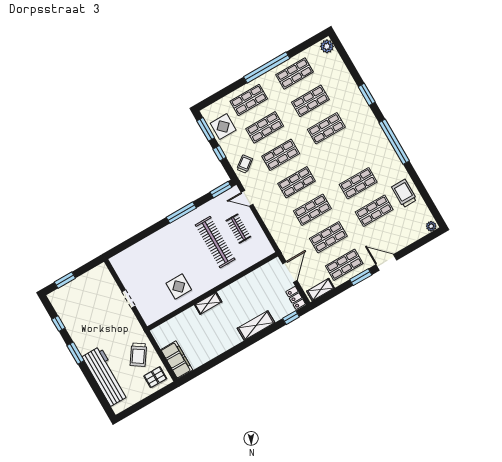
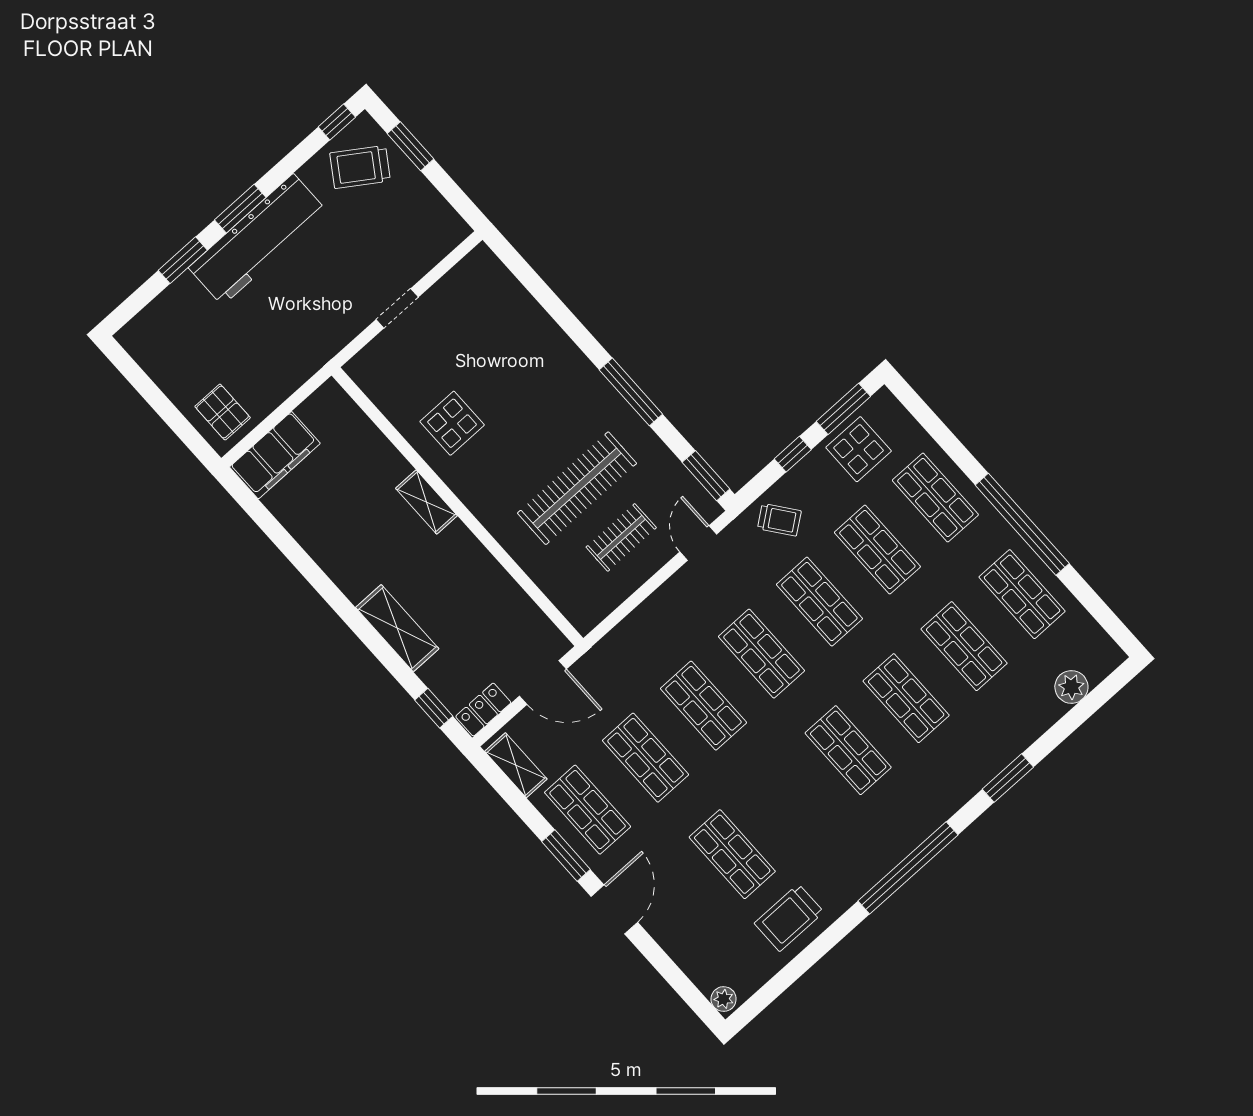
plant: (327, 46) -> (1071, 687), moved
shop shelf: (358, 183) -> (848, 750), moved
trolley: (404, 193) -> (789, 918), turned 180
window: (58, 324) -> (337, 122), moved
trolley: (138, 355) -> (360, 167), moved
workbench: (105, 376) -> (258, 240), moved
window: (91, 380) -> (183, 260), added

